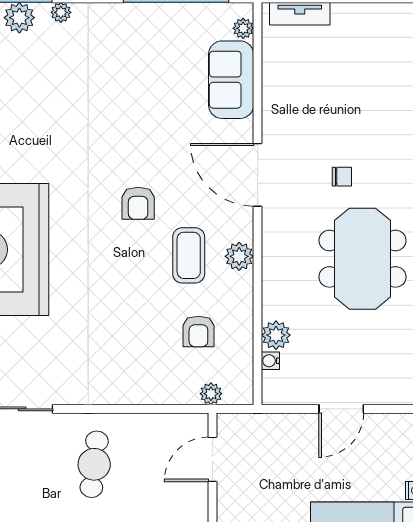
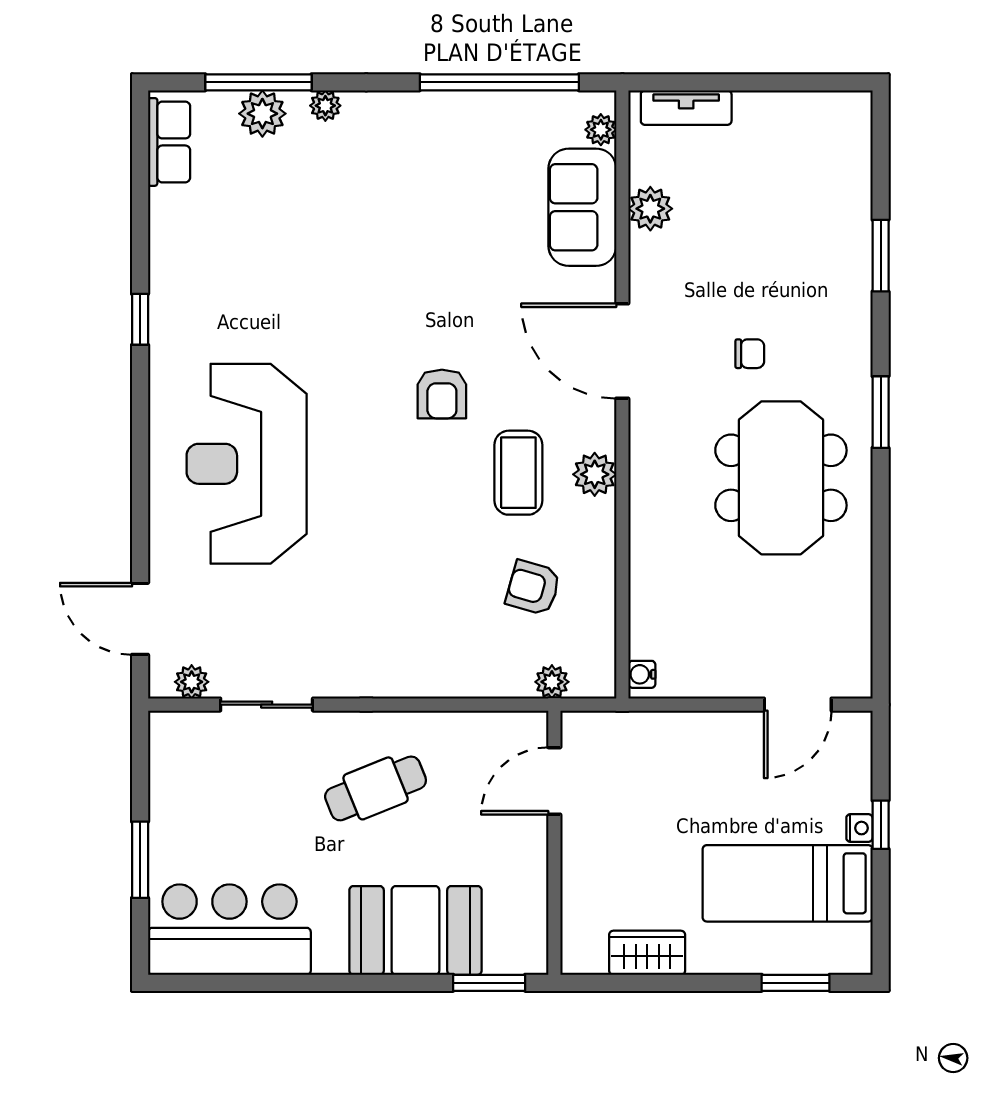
armchair: (198, 331) -> (533, 588), turned 106
plant: (276, 335) -> (650, 209), moved
water cooler: (270, 361) -> (642, 674), moved
door: (341, 409) -> (798, 705), moved
cafe table: (94, 464) -> (376, 788), turned 61

